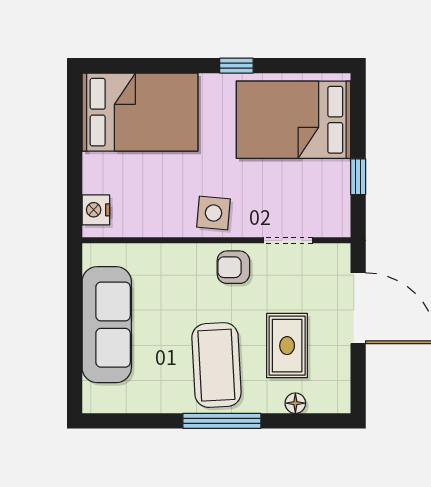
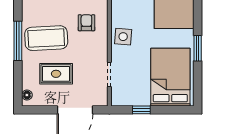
window: (236, 66) -> (198, 48), width x1.50
armchair: (233, 267) -> (86, 23), moved
floor lamp: (295, 403) -> (27, 95), moved

